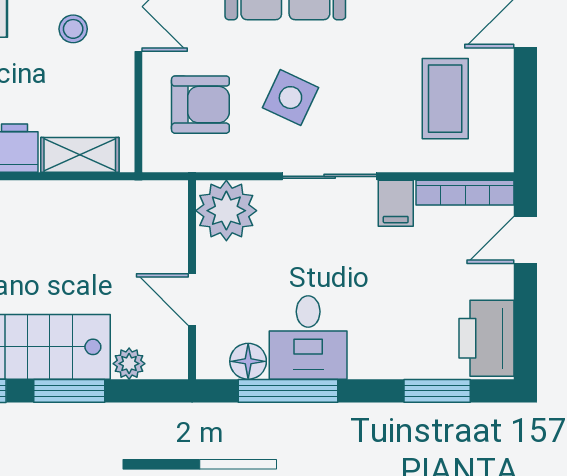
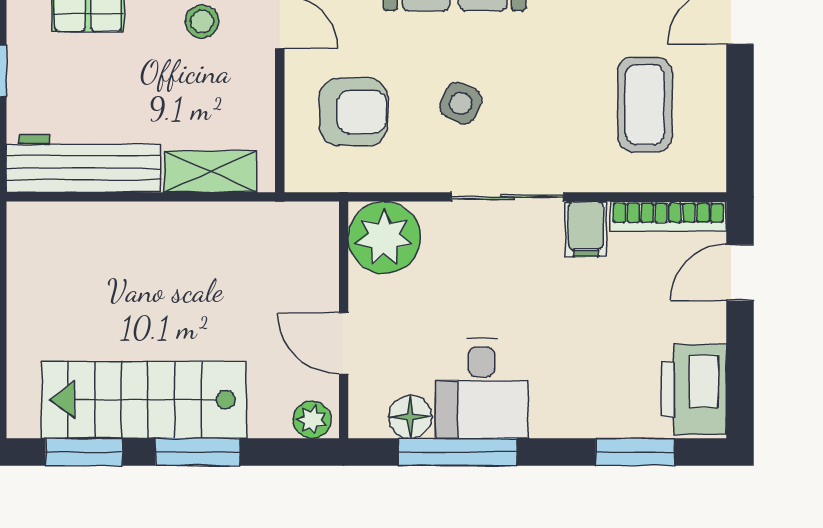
side table: (290, 98) -> (461, 103), width x0.73, depth x0.73
plant: (129, 364) -> (312, 420), moved

